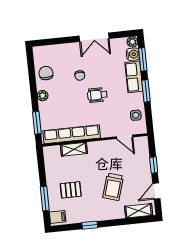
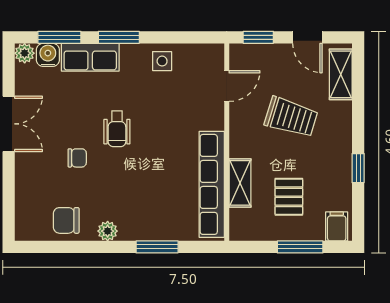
row of seats: (72, 134) -> (212, 184), moved
door: (125, 137) -> (227, 86), moved
wall: (95, 140) -> (227, 142), moved
shelving: (74, 149) -> (240, 183), moved

